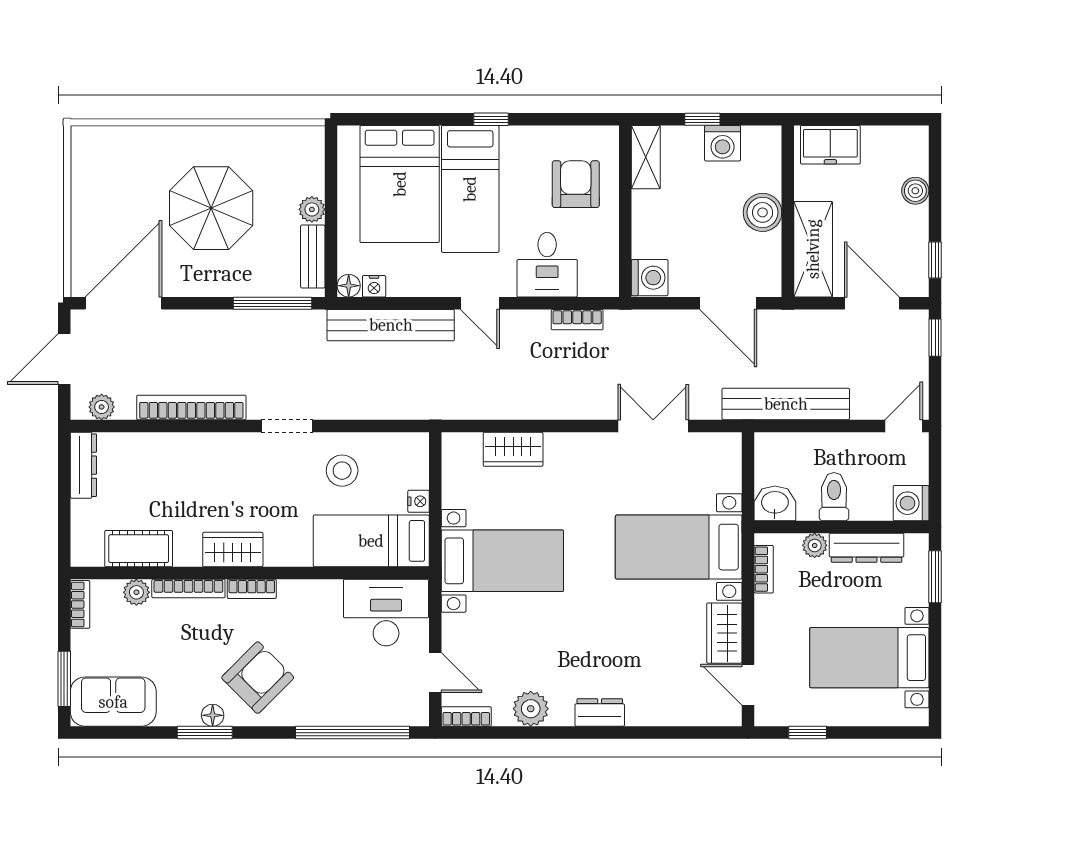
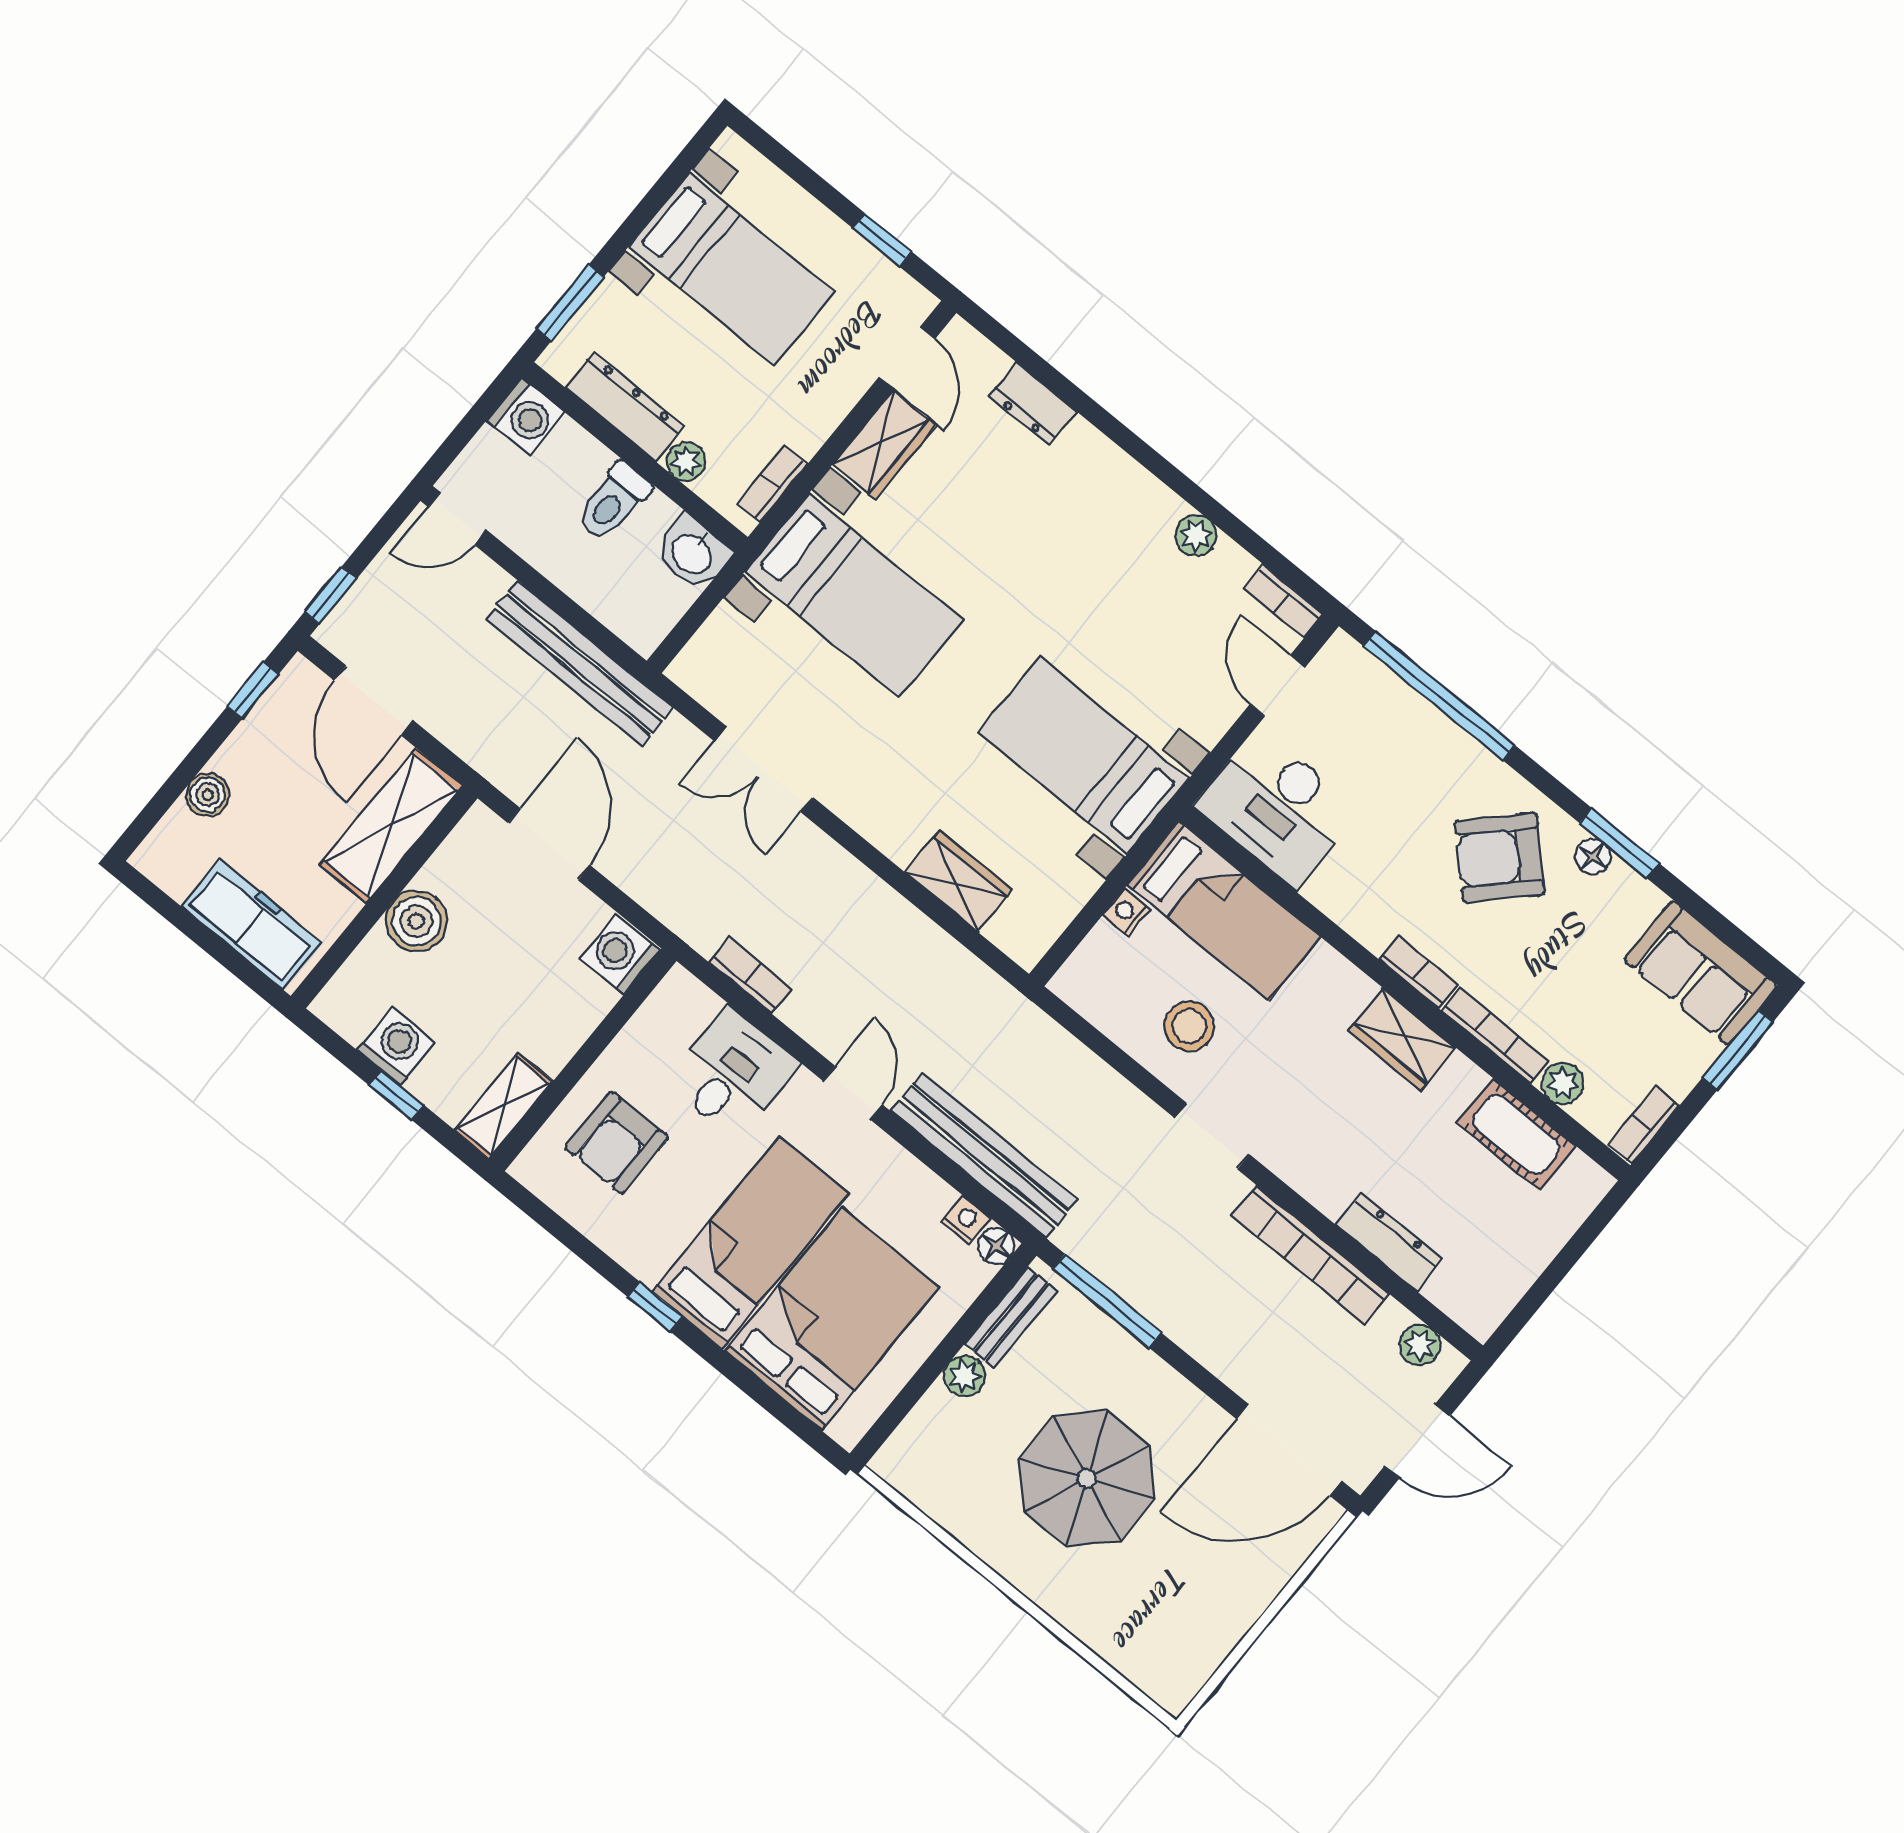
freezer: (830, 145) -> (251, 924), width x1.40
dresser: (83, 465) -> (1389, 1242), moved, turned 90
plant: (531, 709) -> (1196, 535), width x0.73, depth x0.73
dresser: (600, 713) -> (1033, 404), moved

